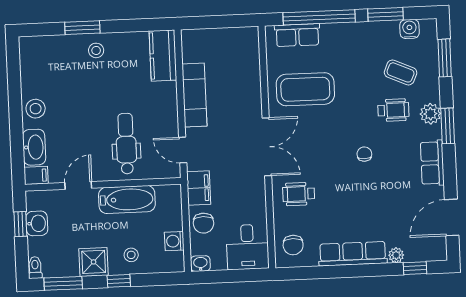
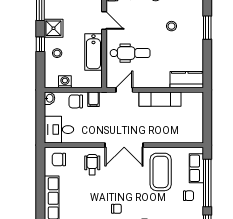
chair: (340, 45) -> (188, 196), added
stool: (96, 50) -> (171, 26), moved
filing cabinet: (199, 188) -> (93, 99), width x0.50

